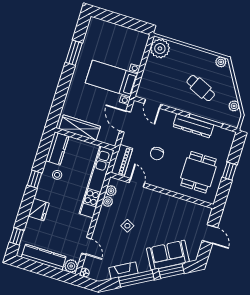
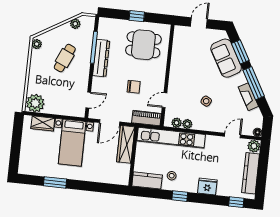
wardrobe: (138, 52) -> (43, 123), added
wardrobe: (80, 128) -> (126, 144), moved

